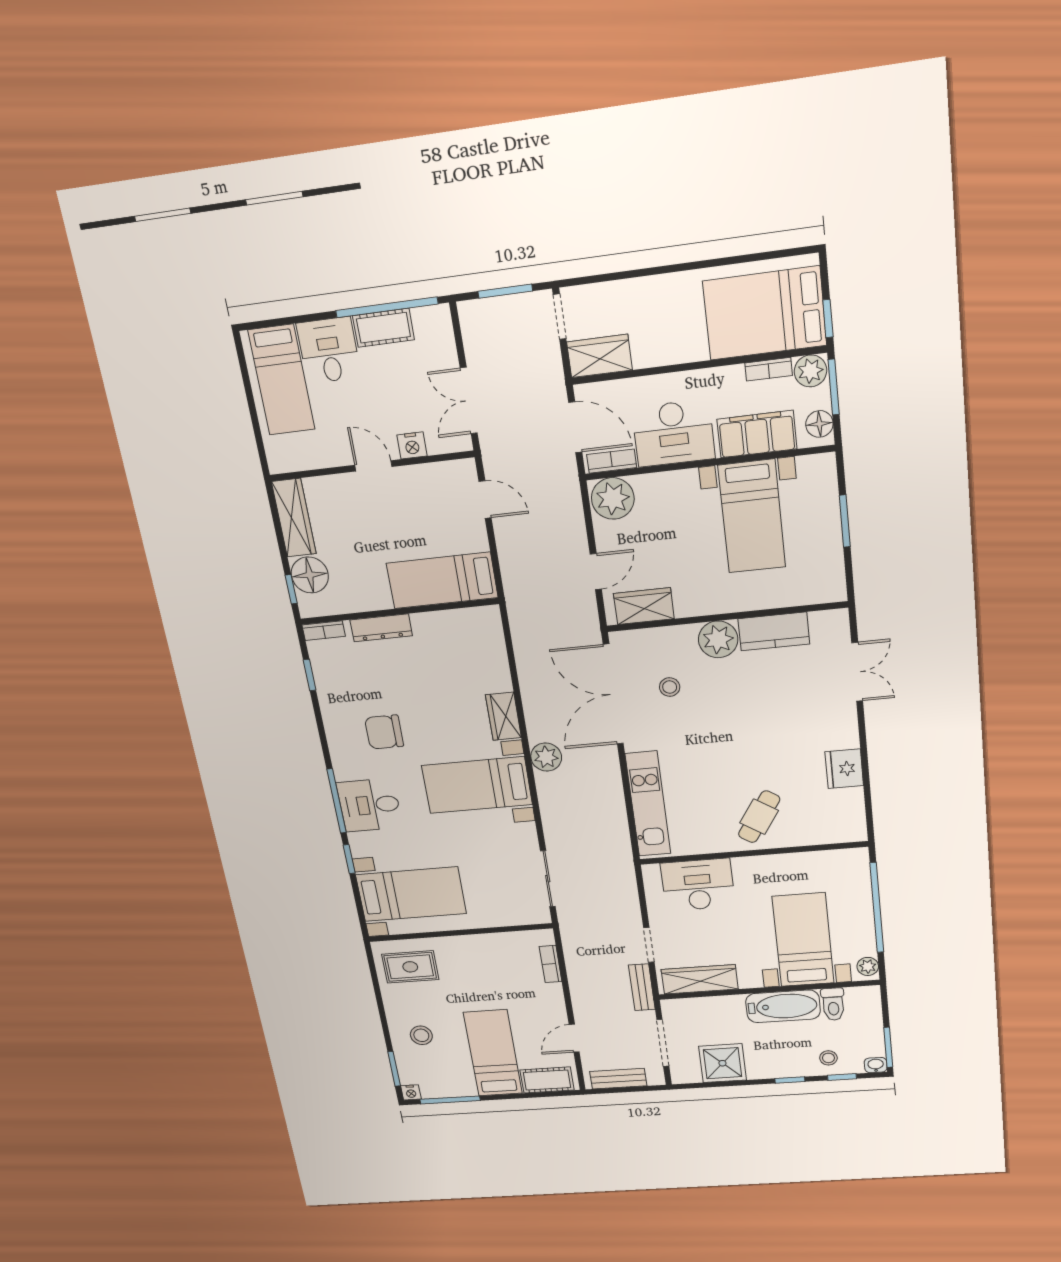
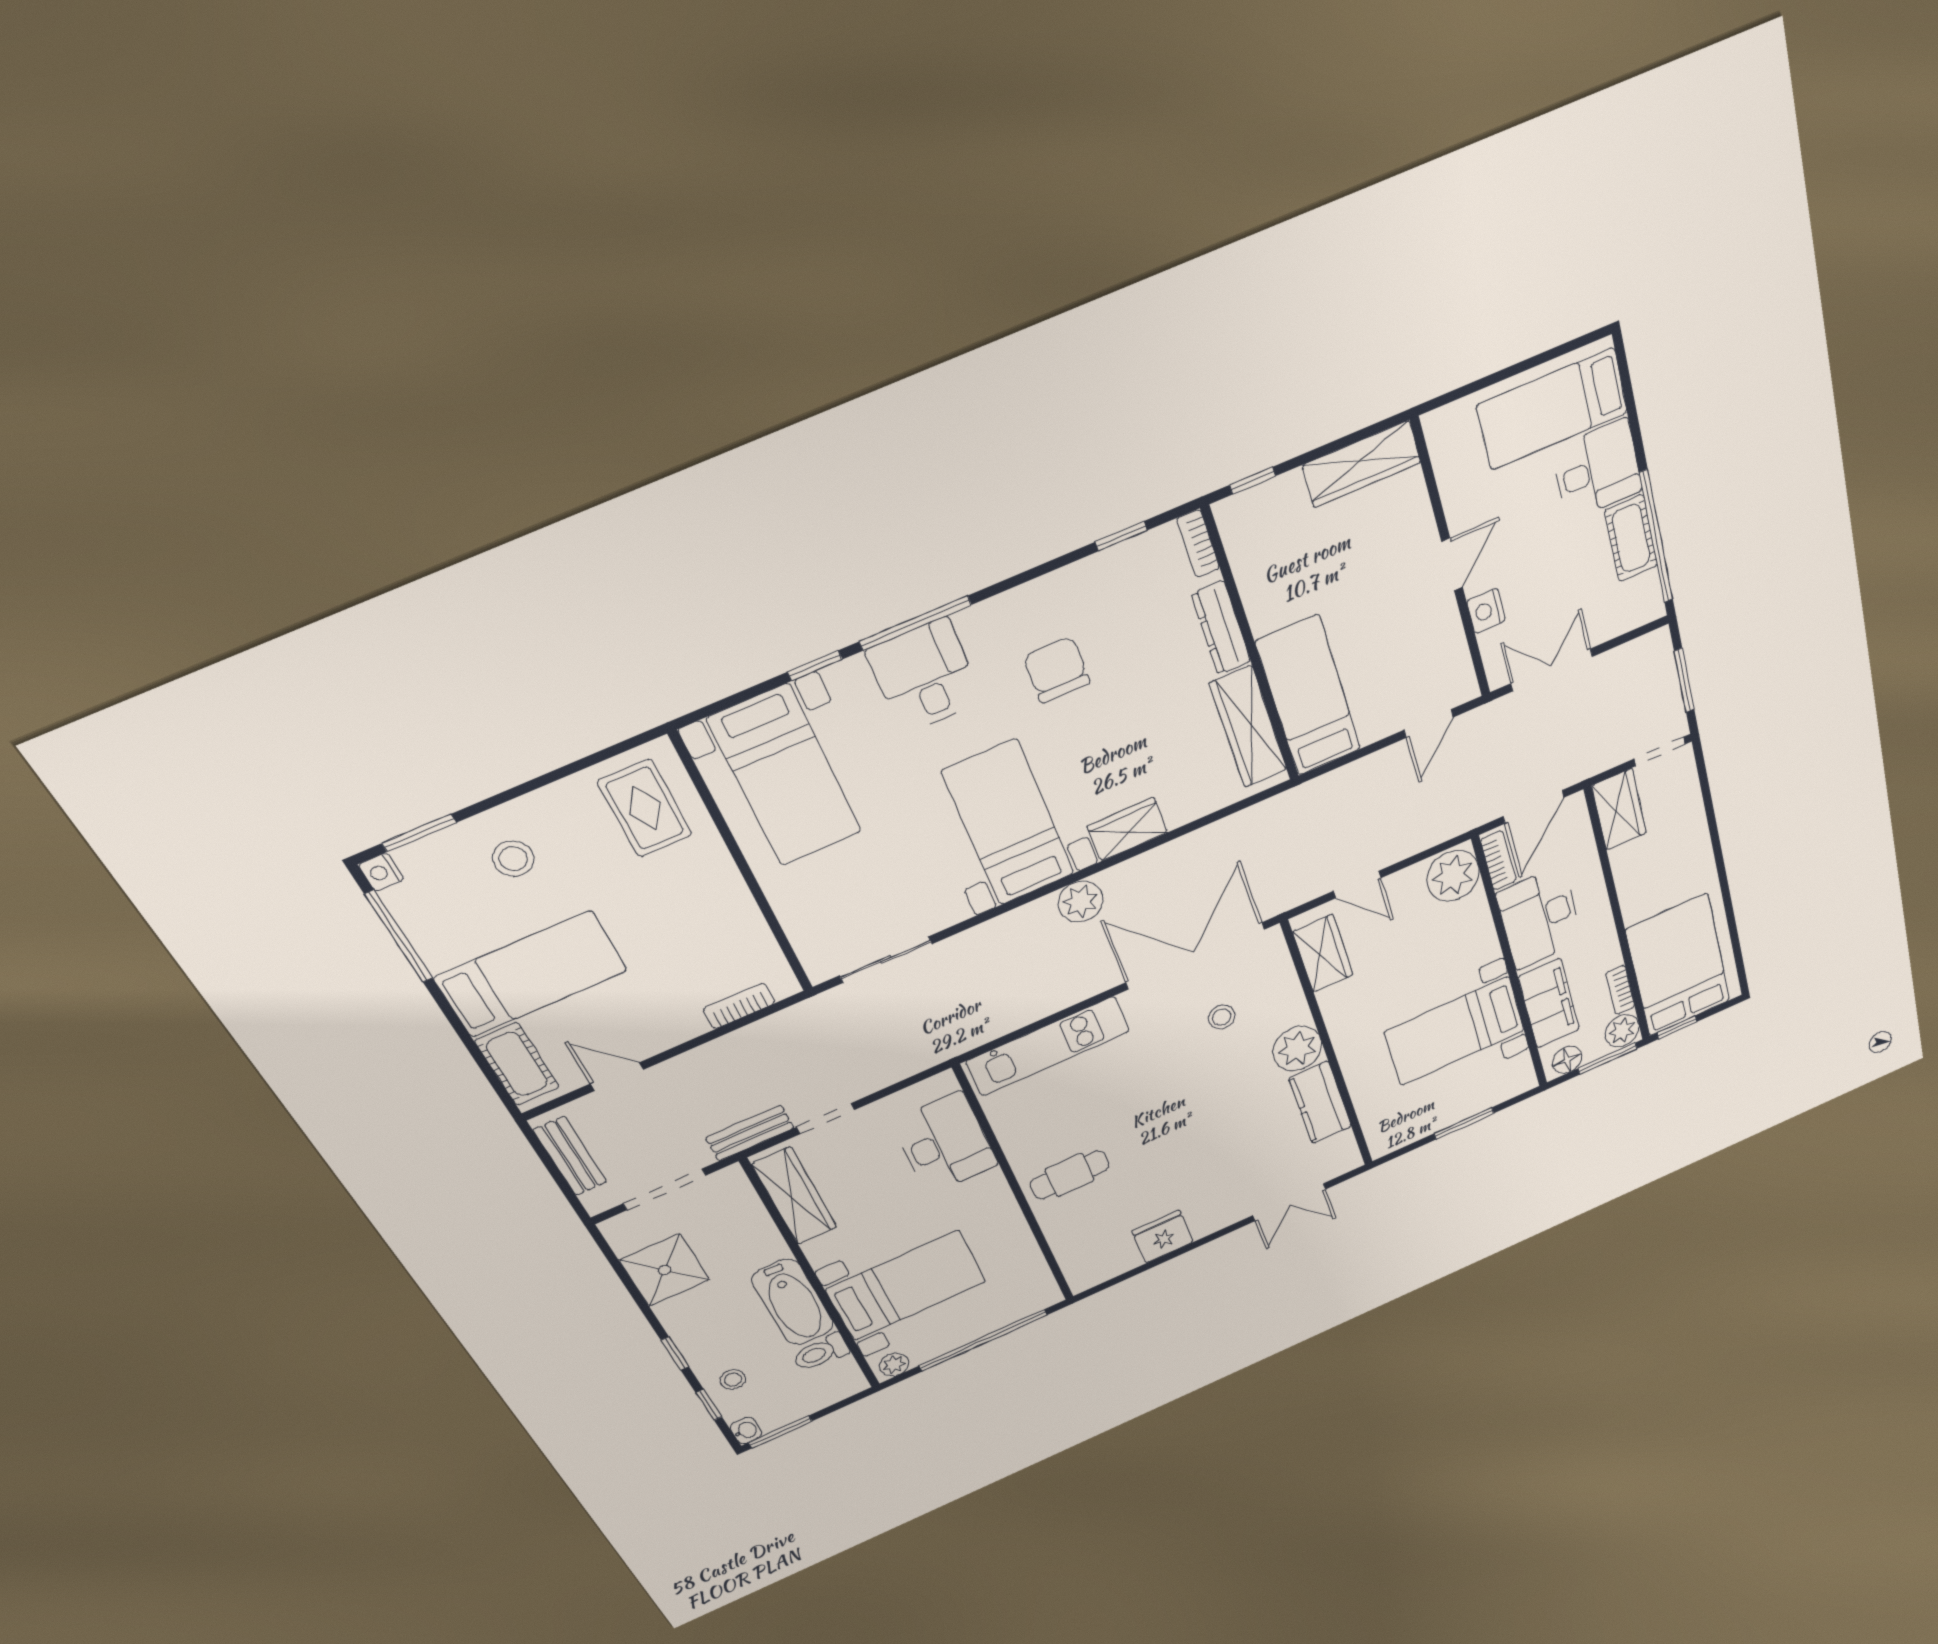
floor lamp: (310, 575) -> (1280, 505), removed
wardrobe: (453, 624) -> (1248, 727), added
cafe table: (759, 817) -> (1070, 1175), turned -33

